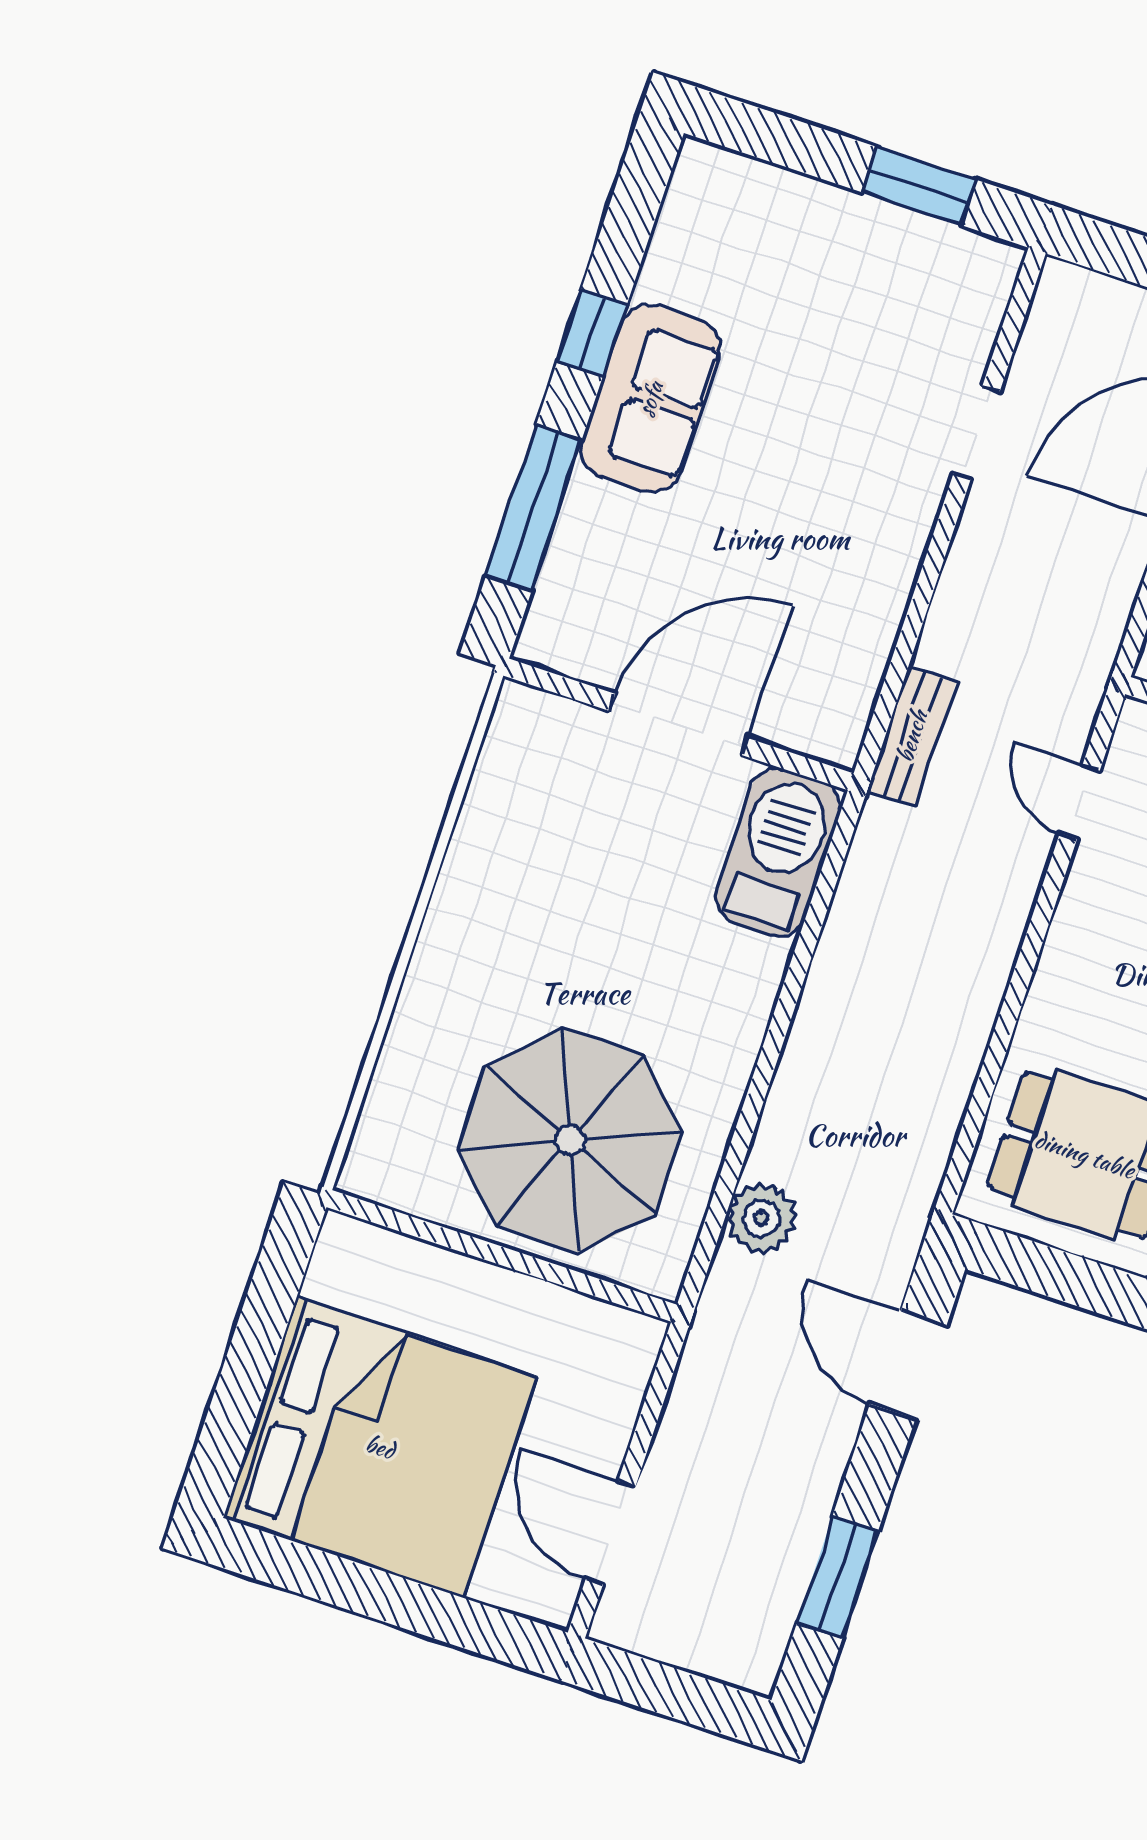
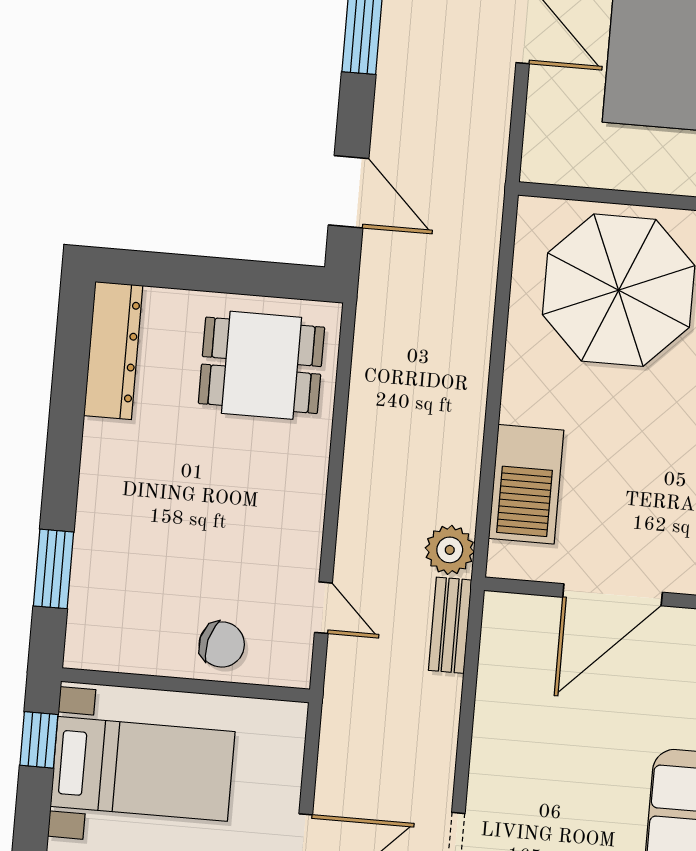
barbecue: (778, 852) -> (526, 484), moved
plant: (761, 1218) -> (450, 550), moved

